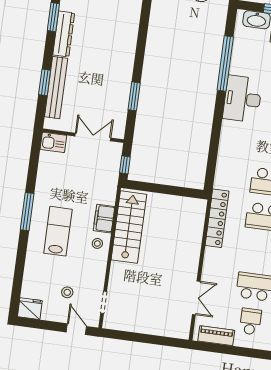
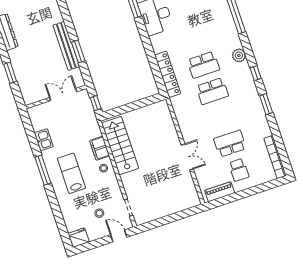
bench: (56, 88) -> (66, 46), moved
kitchen sink: (53, 142) -> (44, 140), moved, turned -90
locker: (217, 218) -> (168, 74), moved
double door: (196, 298) -> (187, 157), moved
school desk: (250, 322) -> (239, 170), turned 180

